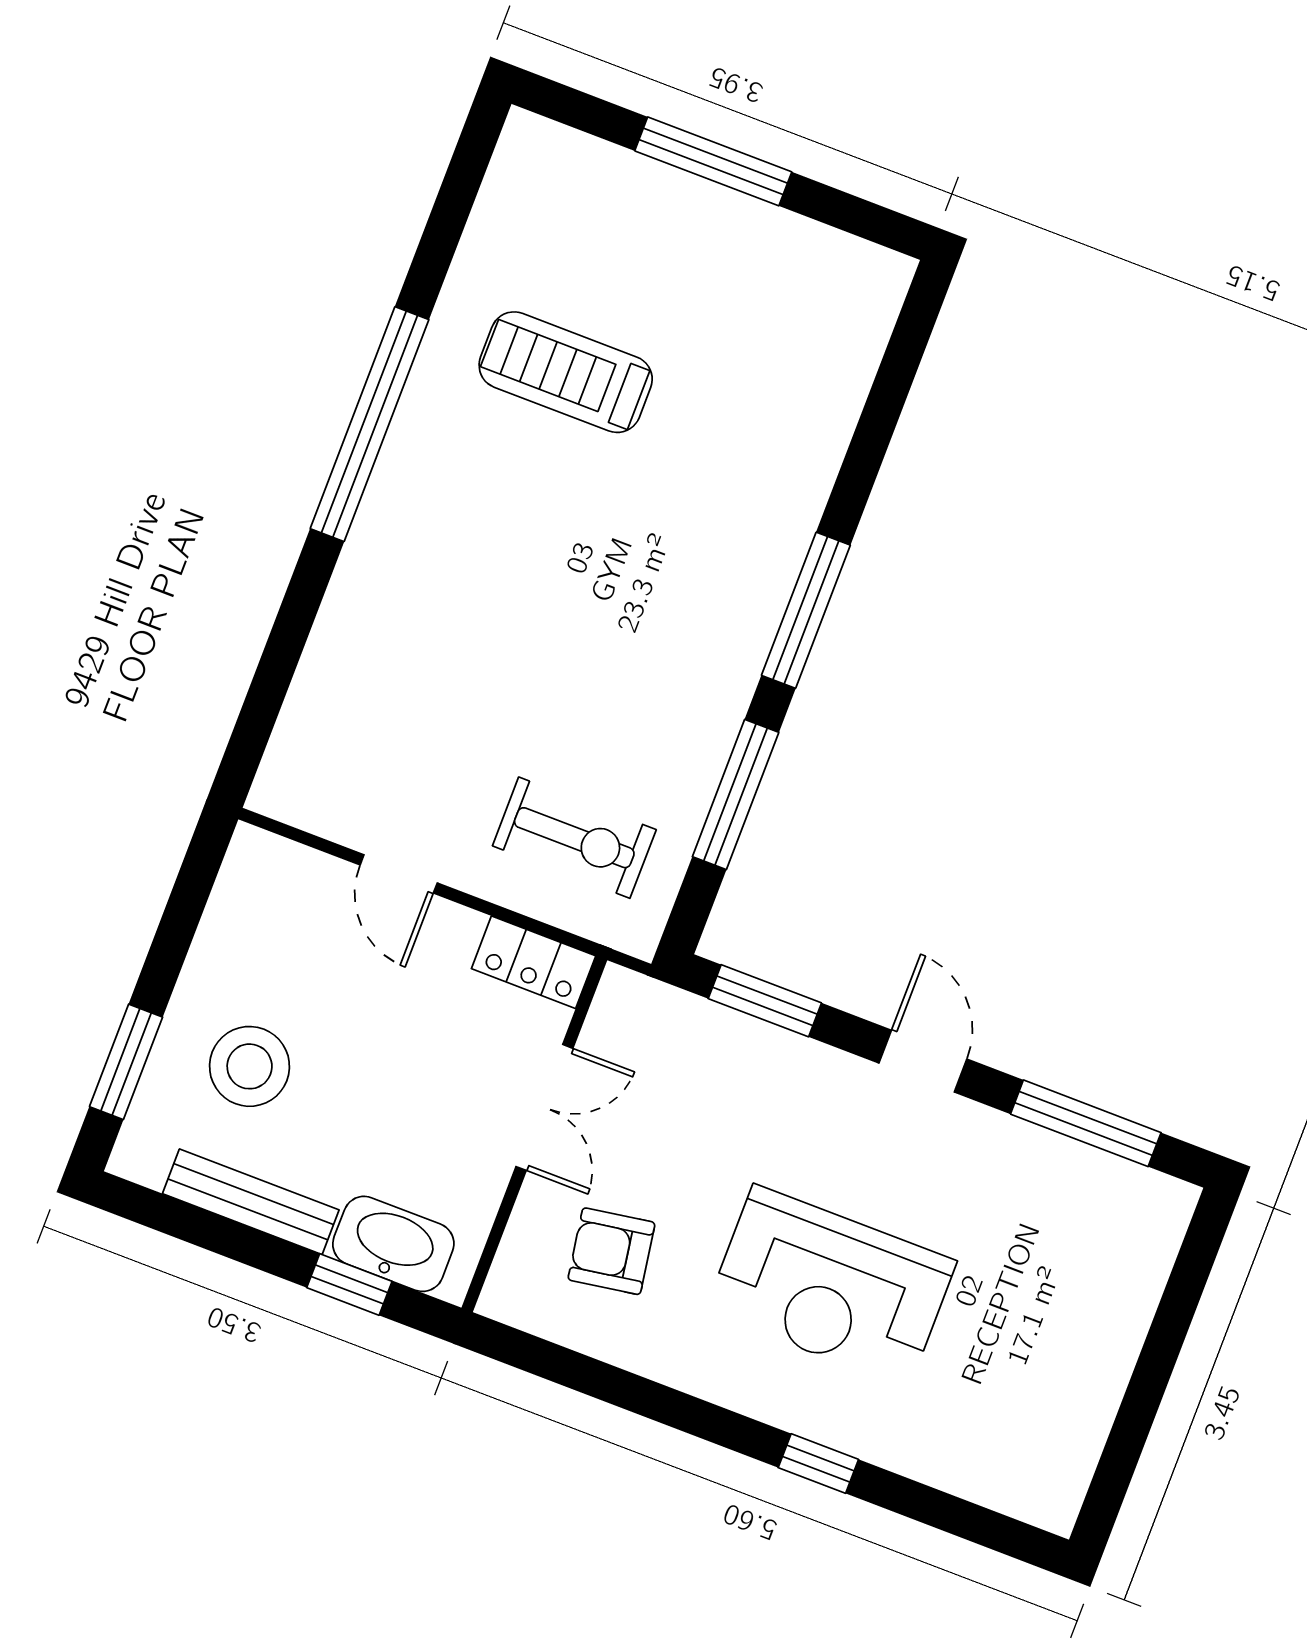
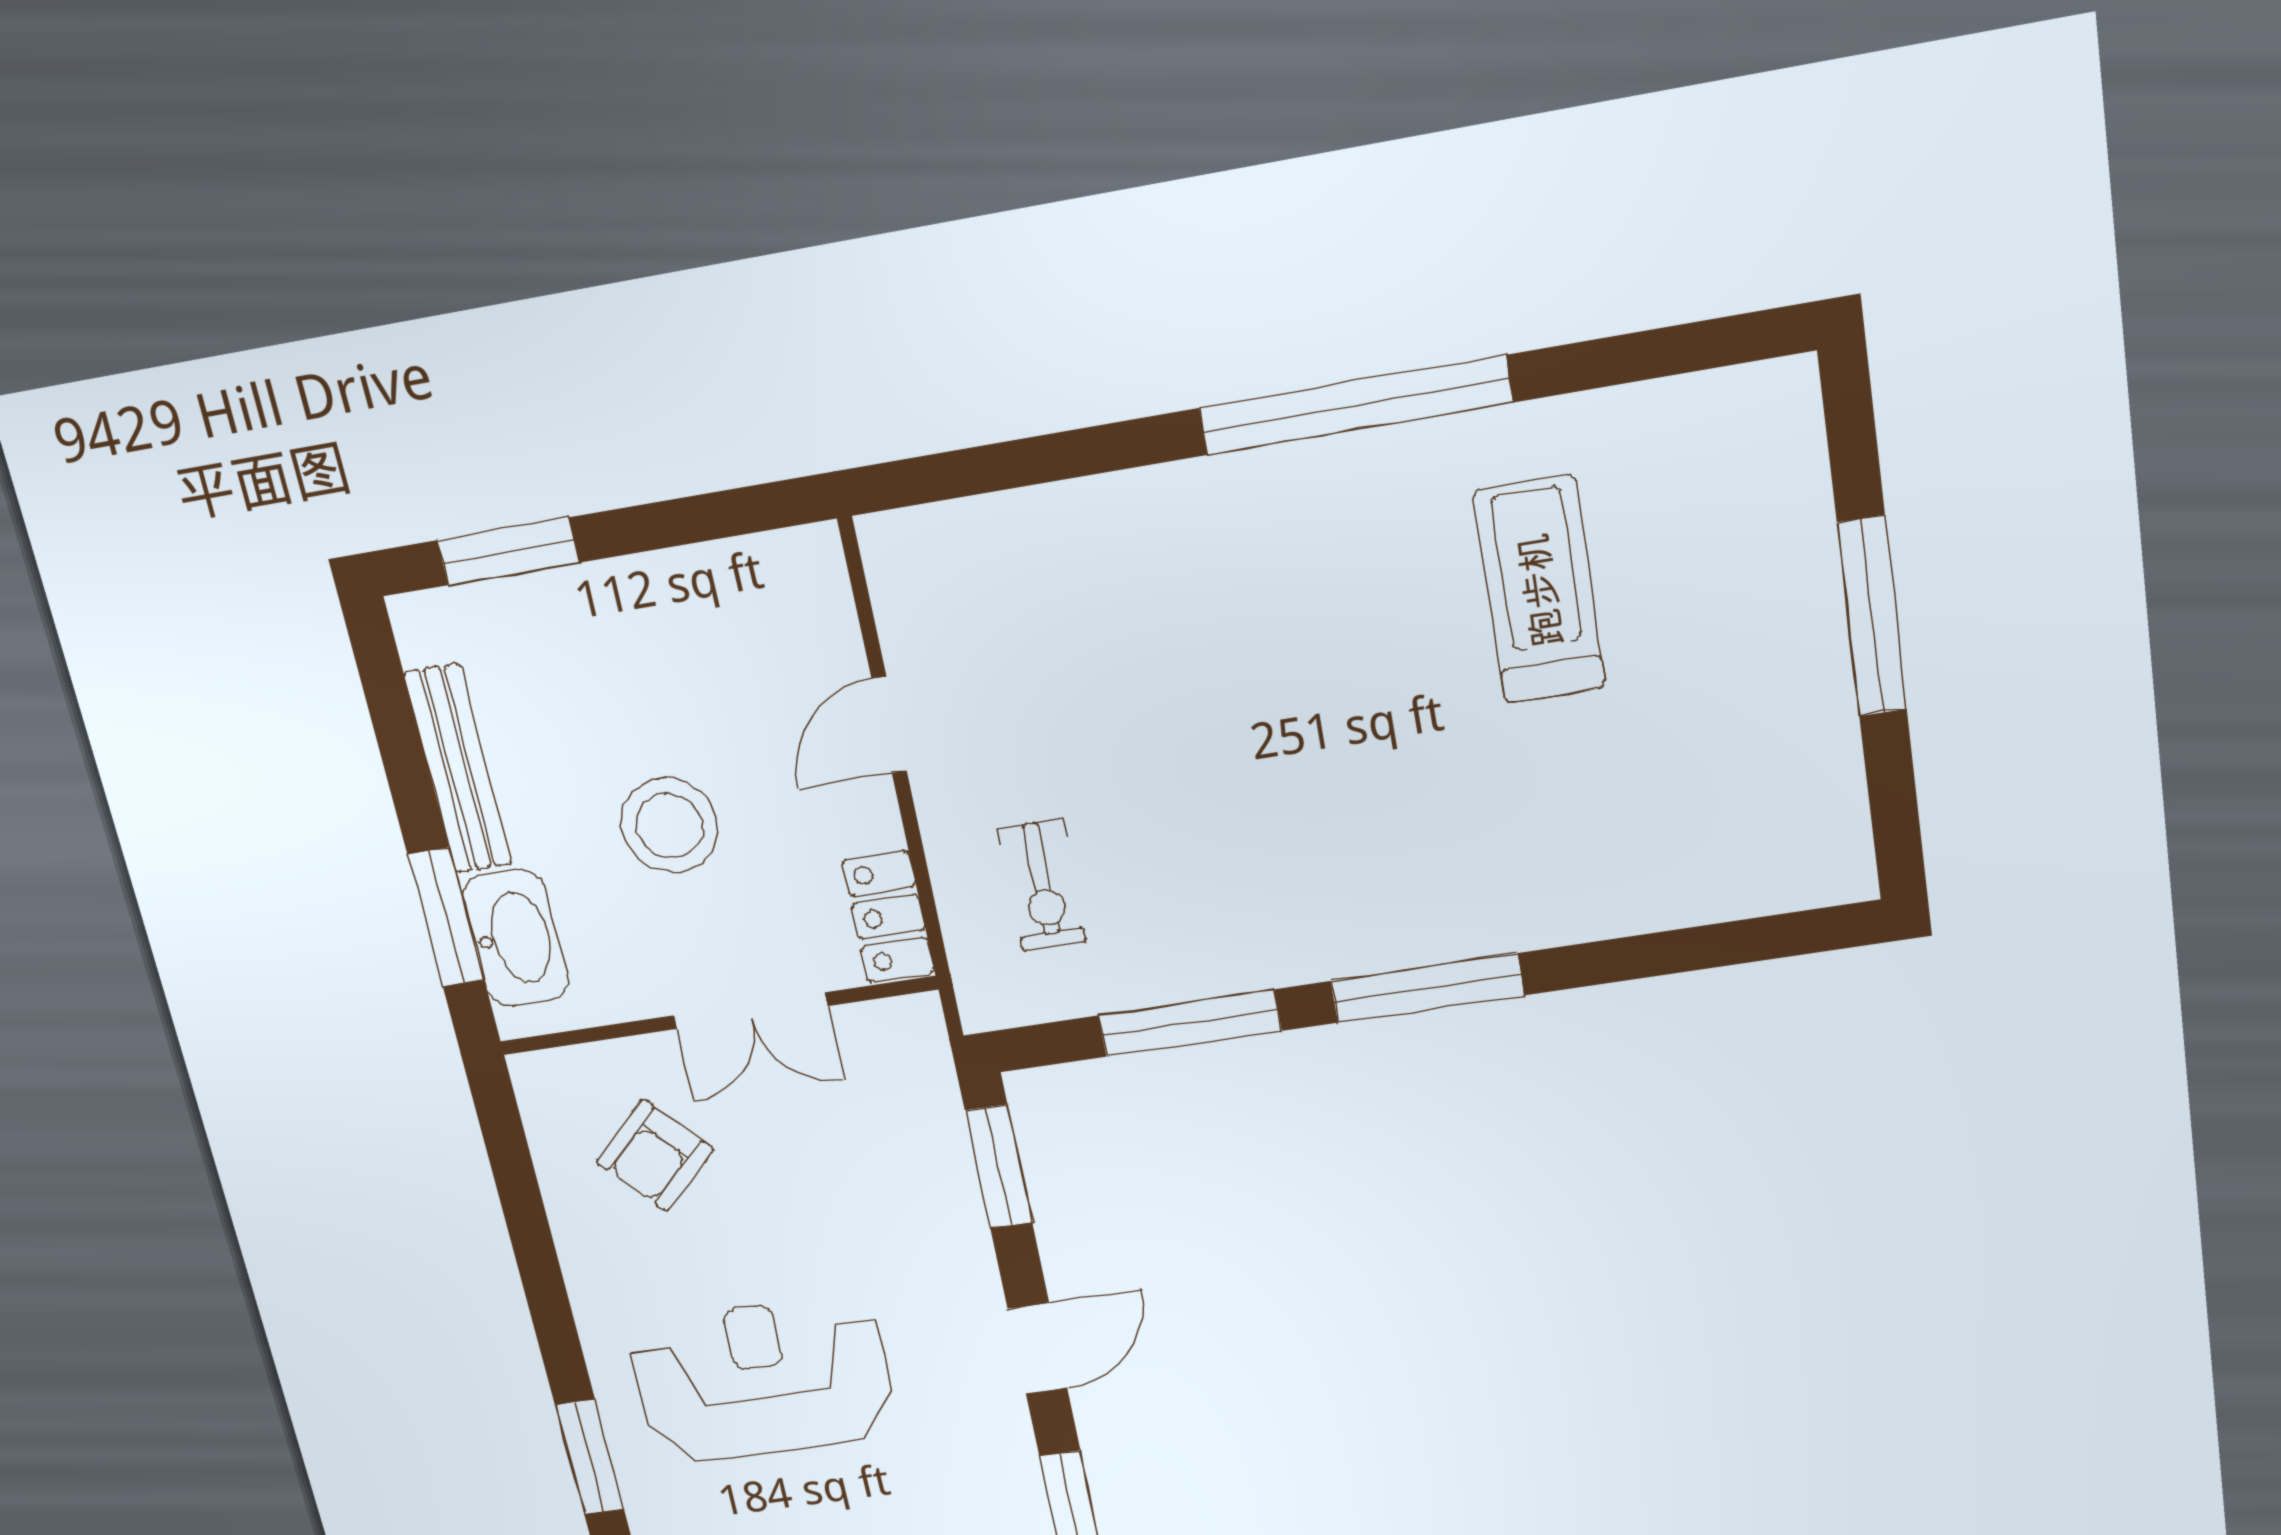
exercise bike: (574, 838) -> (1042, 885), width x0.73, depth x0.72
stool: (250, 1066) -> (670, 825), moved
armchair: (611, 1251) -> (655, 1155), turned -124
window: (349, 1284) -> (446, 917), width x1.50
reception desk: (831, 1286) -> (763, 1379), turned 90
window: (818, 1464) -> (590, 1457), width x1.50

